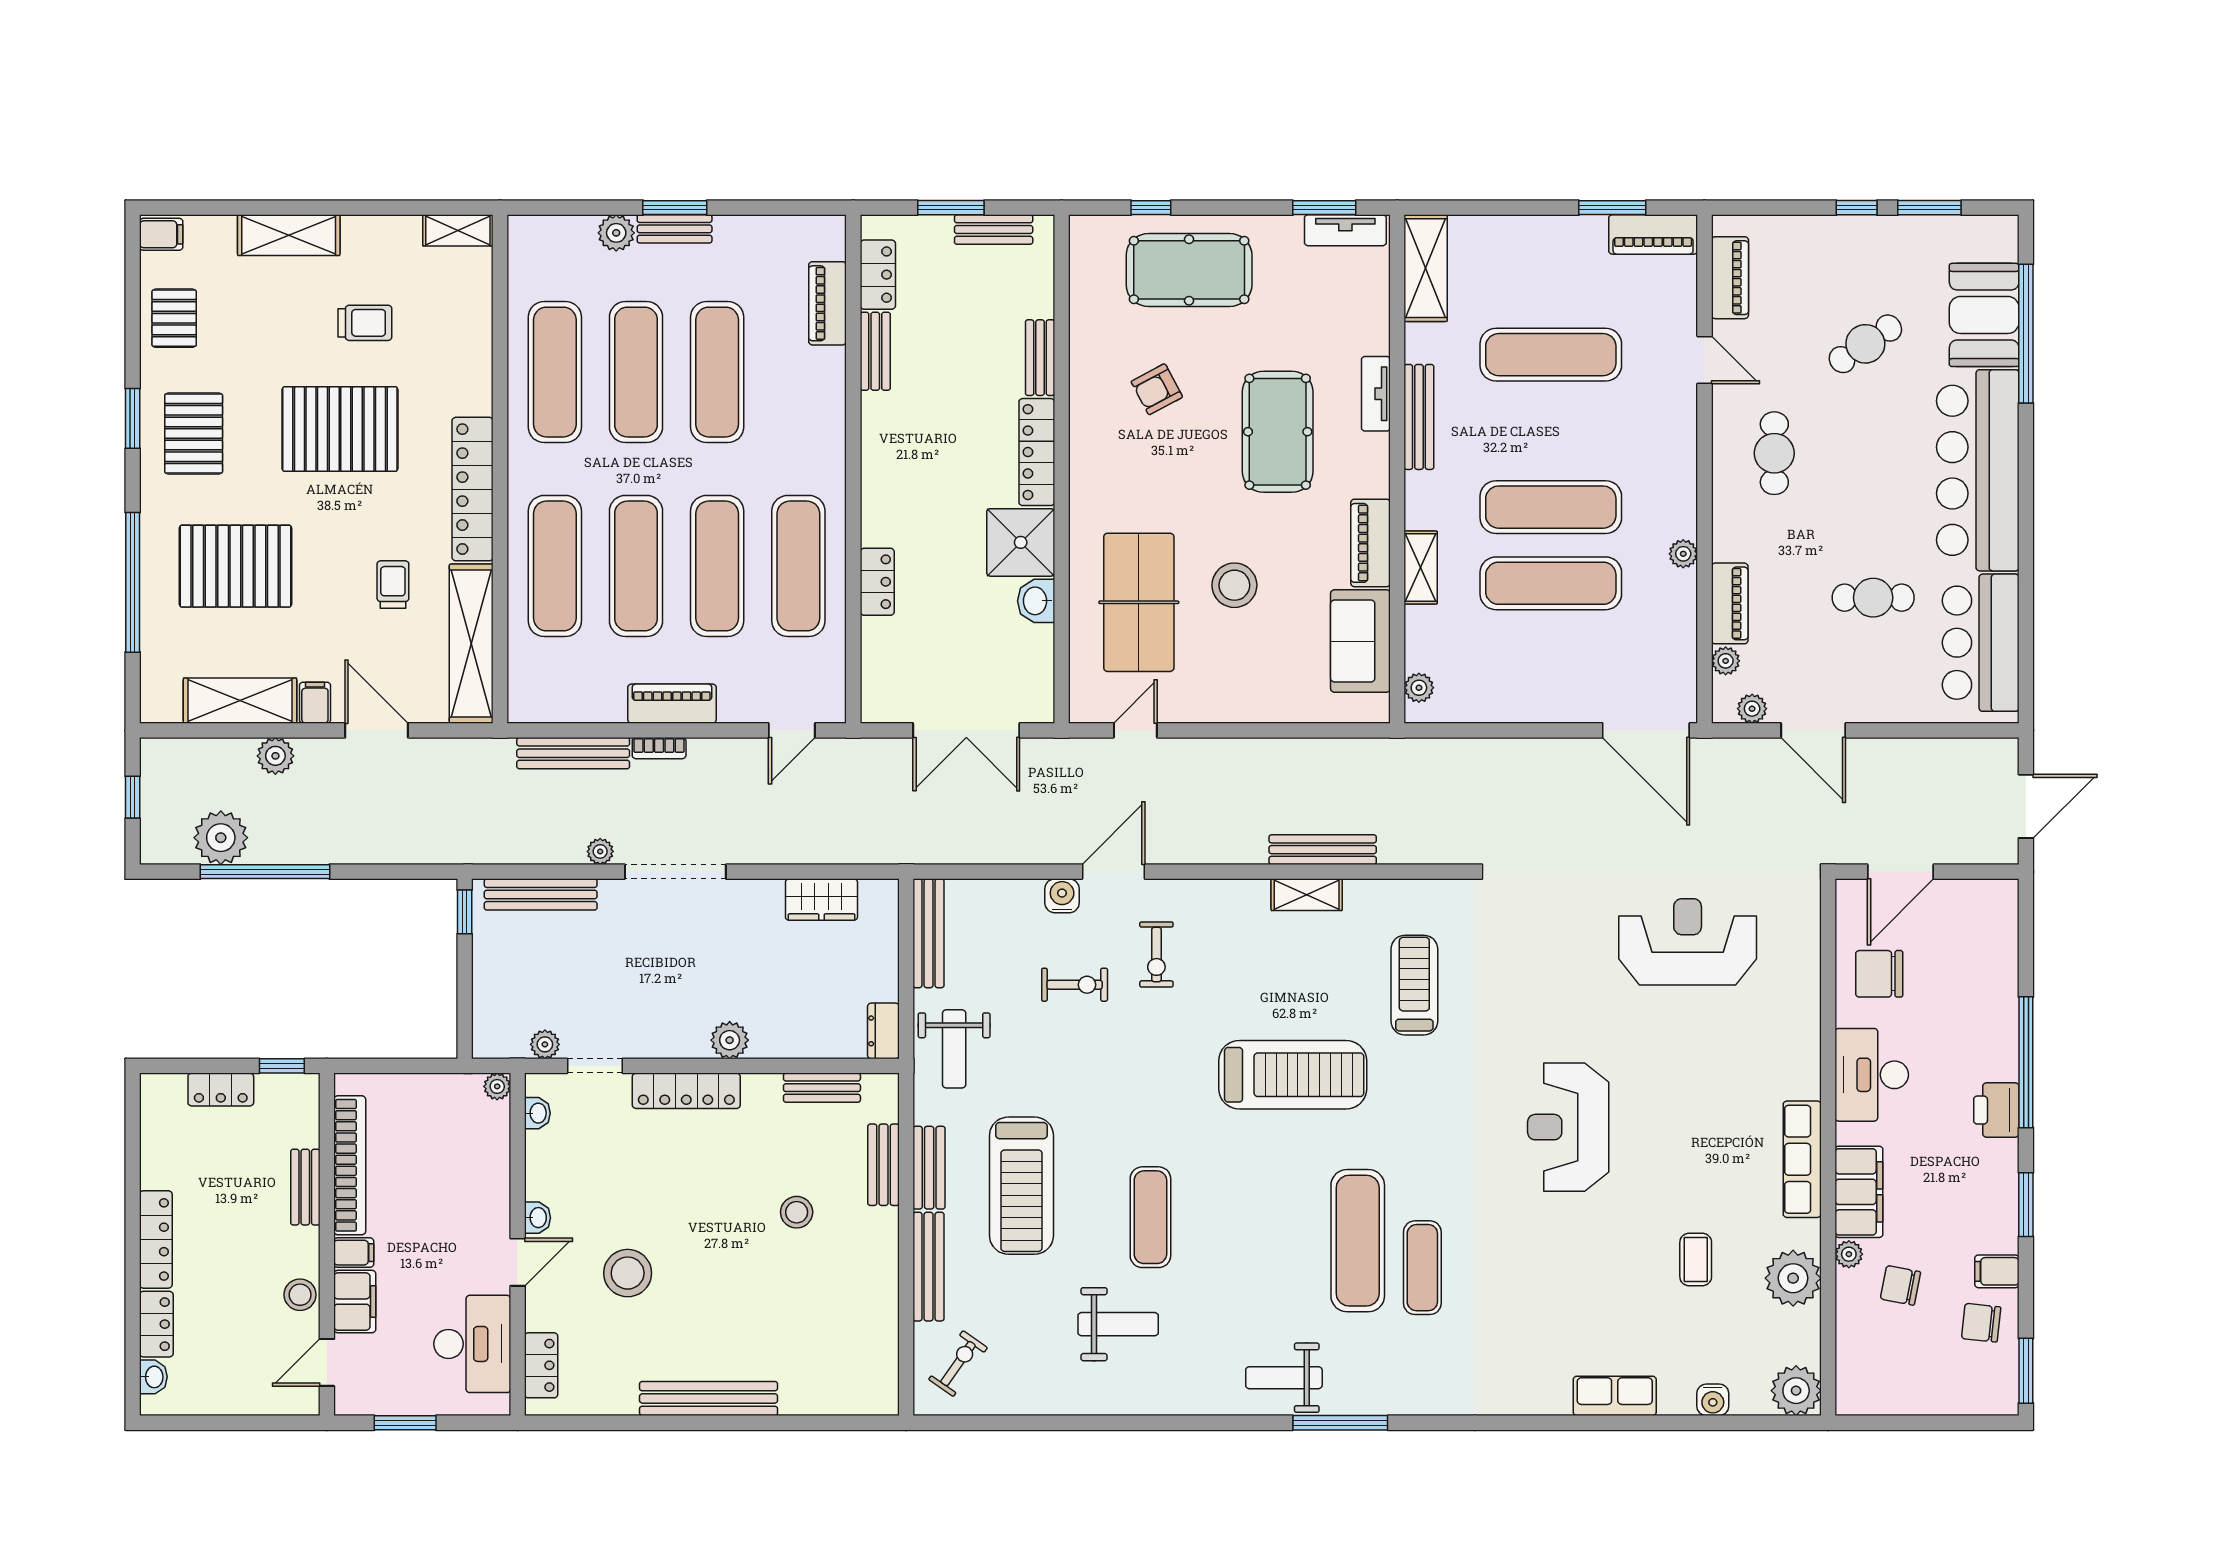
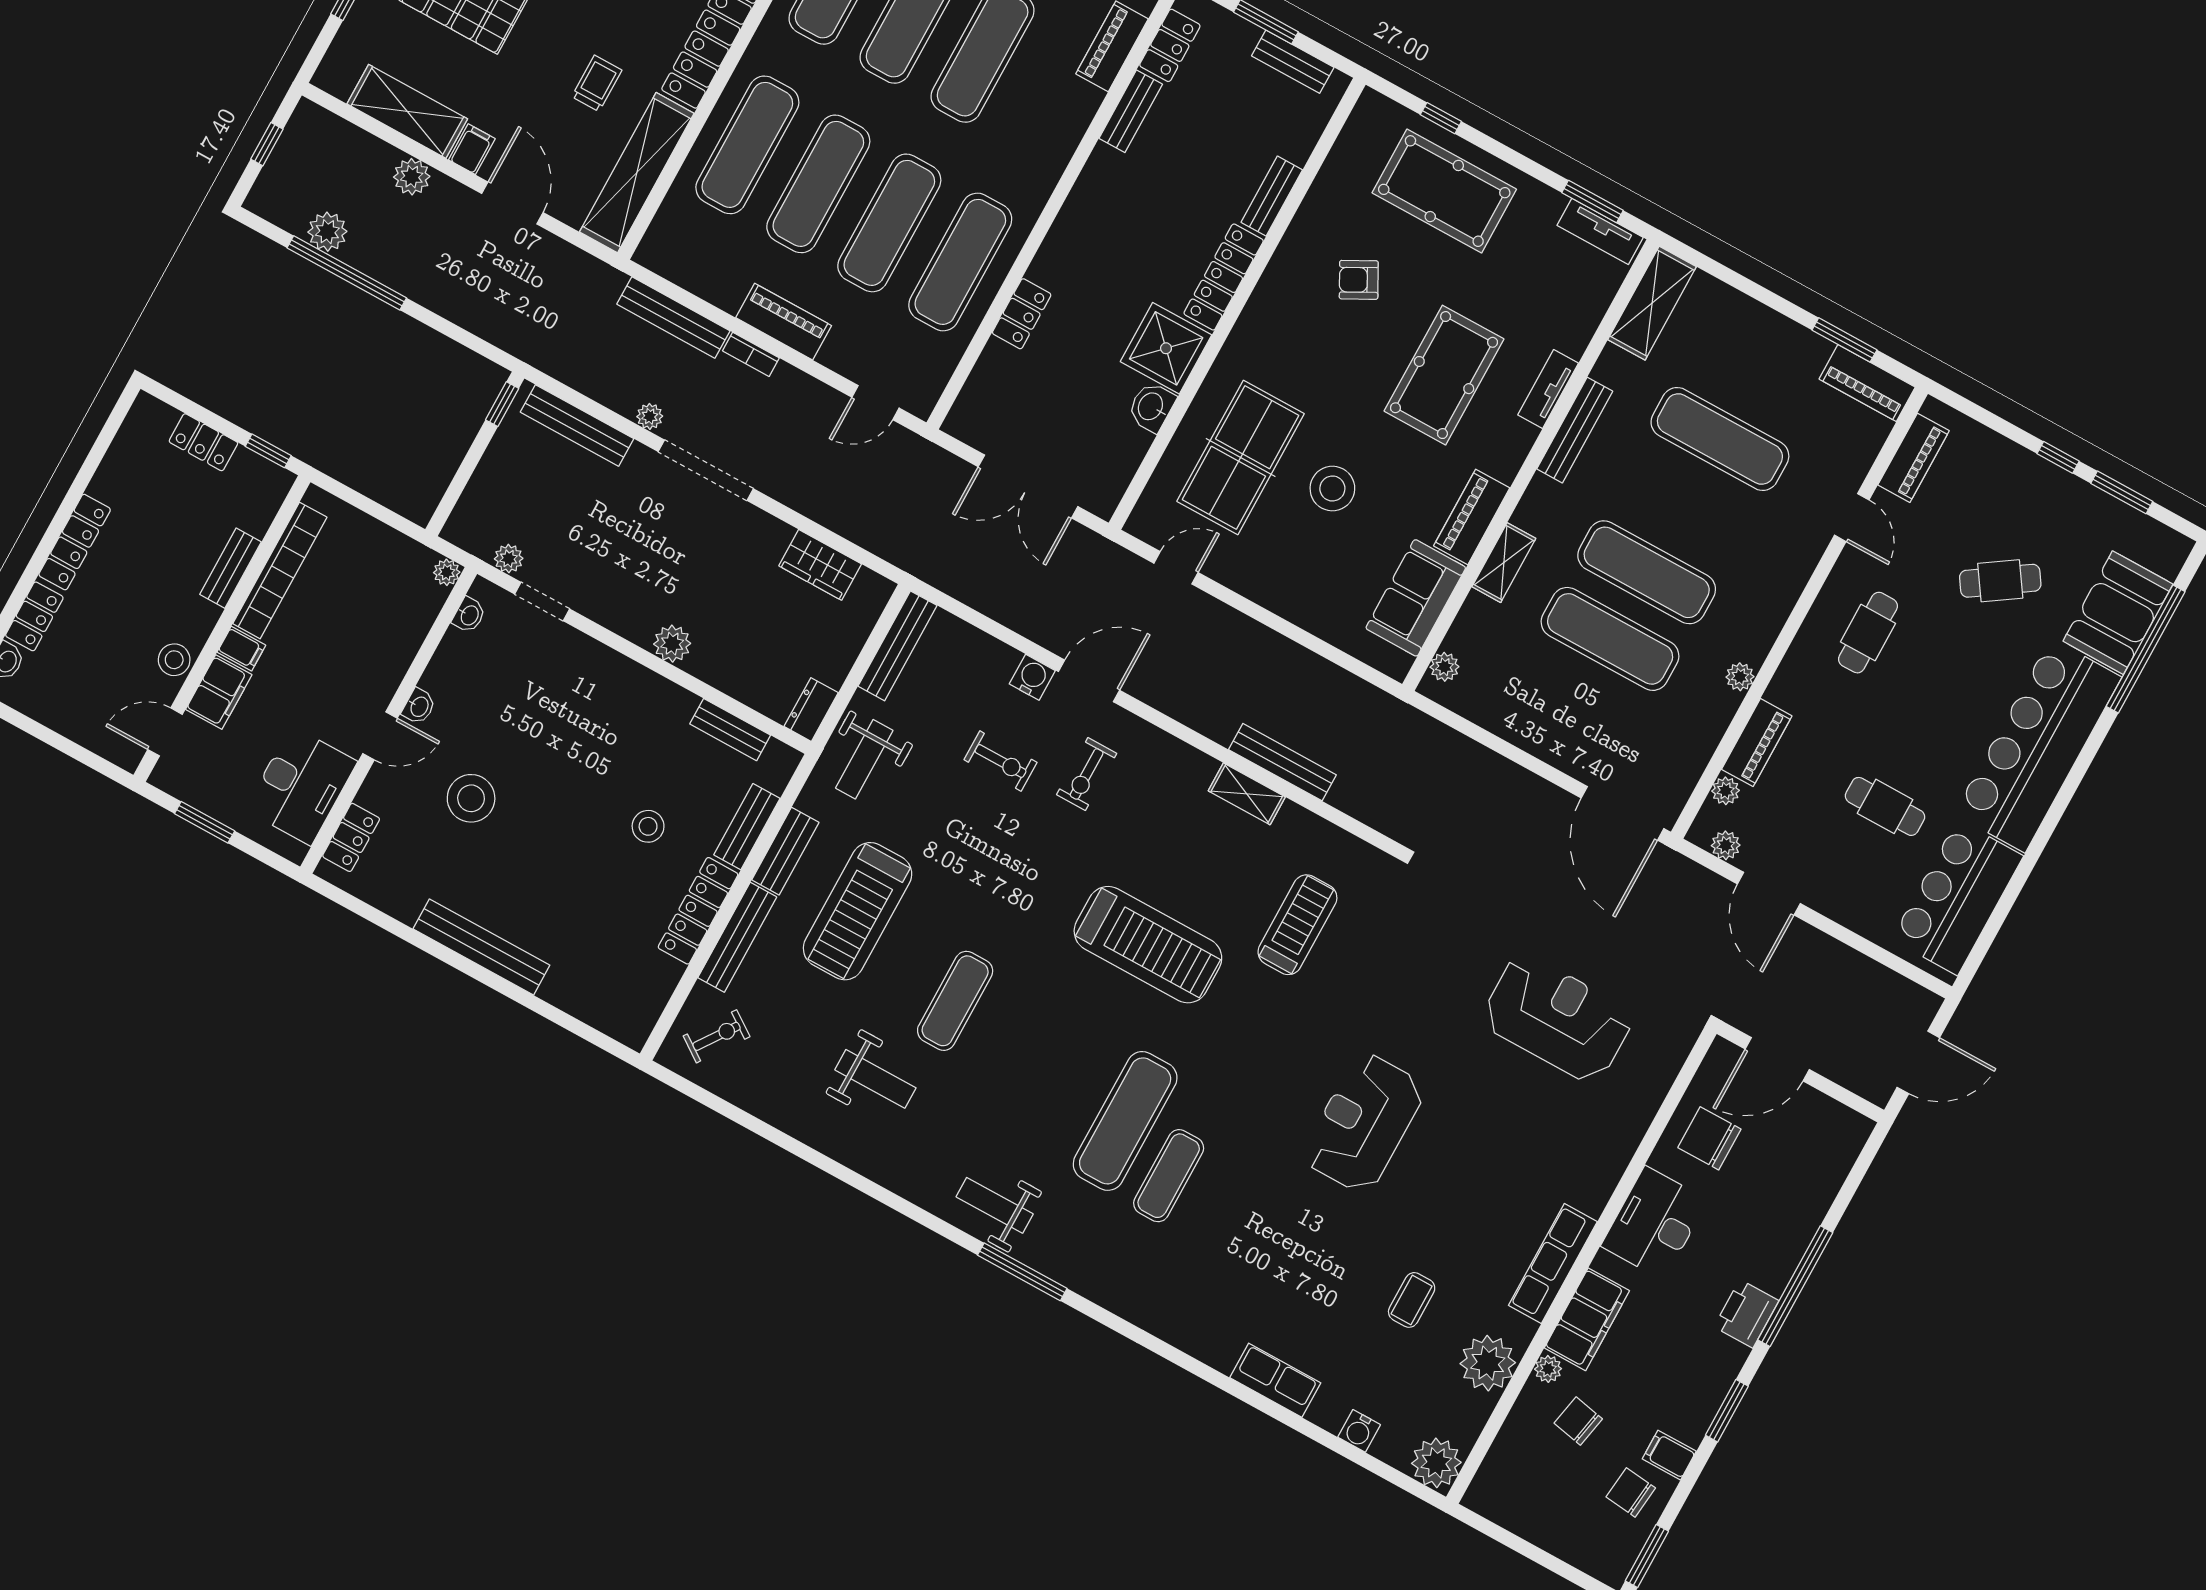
plant: (221, 838) -> (327, 232), width x0.73, depth x0.73
locker: (686, 1091) -> (698, 911), moved, turned 90

